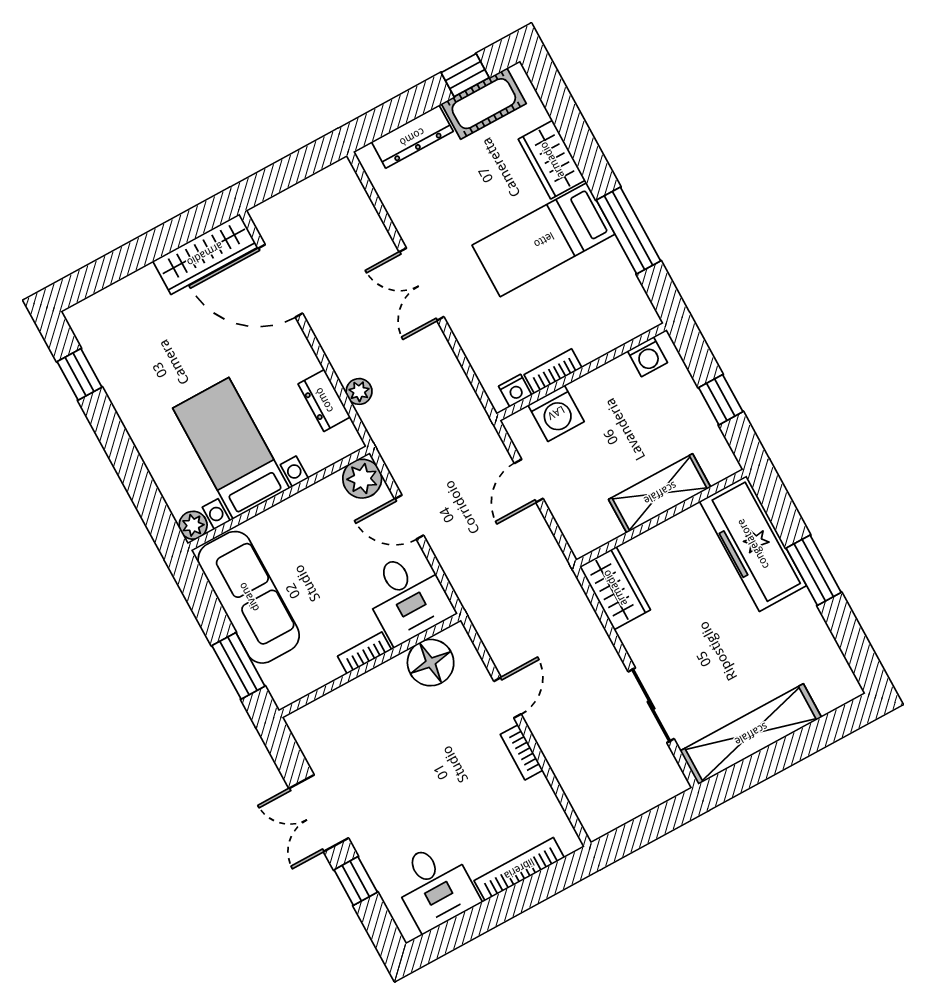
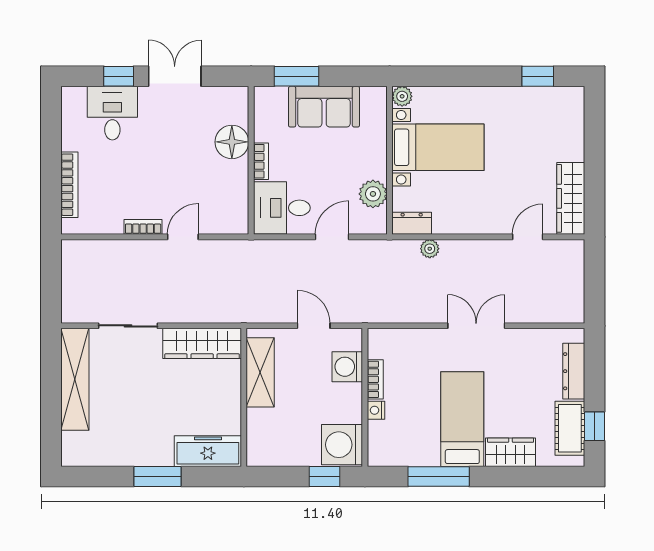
door: (280, 281) -> (528, 237), width x0.53
washing machine: (647, 357) -> (342, 445), width x1.89, depth x1.89
nightstand: (515, 391) -> (376, 410), moved
dresser: (324, 400) -> (412, 223), moved
window: (721, 400) -> (324, 476), moved
plant: (362, 479) -> (373, 194), moved
shelving: (660, 493) -> (260, 372), moved
freezer: (753, 544) -> (208, 451), width x0.73, depth x0.79
wardrobe: (615, 588) -> (202, 343), width x1.50
sofa: (249, 597) -> (324, 107), width x0.73
floor lamp: (431, 663) -> (232, 142), moved
door: (507, 698) -> (183, 237), swing flipped
desk: (435, 886) -> (112, 113), moved, turned 90

